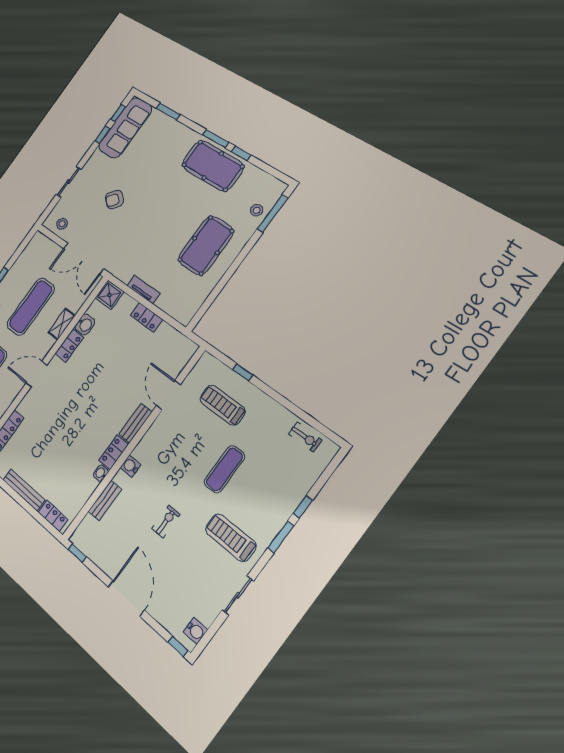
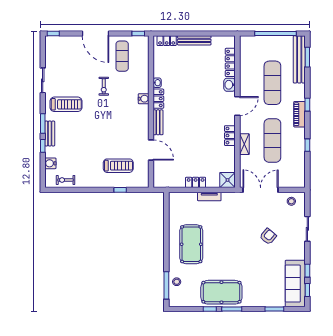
washbasin: (85, 324) -> (230, 85), moved
exercise mat: (224, 469) -> (122, 56), moved
bench: (105, 500) -> (50, 133), moved
water cooler: (195, 631) -> (50, 163), moved

